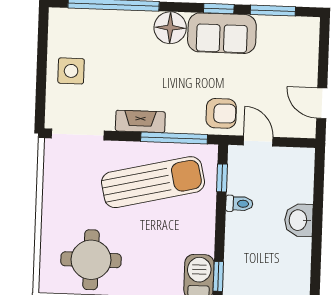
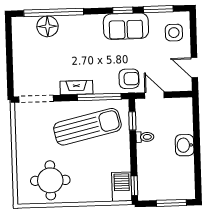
floor lamp: (170, 28) -> (47, 26), moved
side table: (71, 71) -> (174, 33), moved

